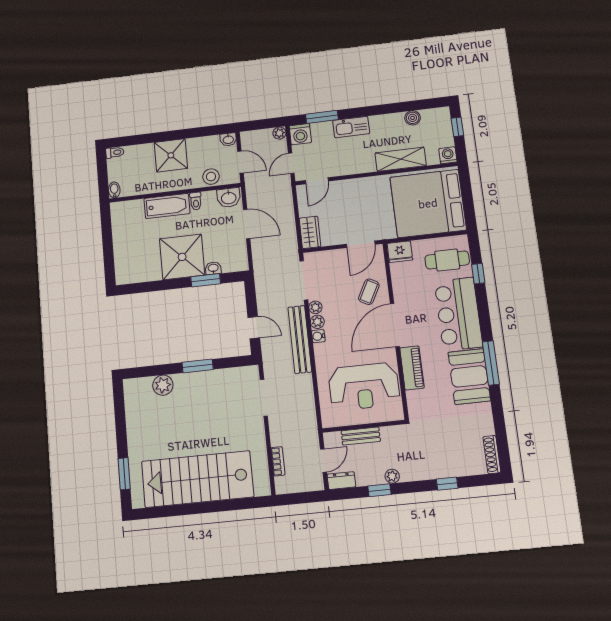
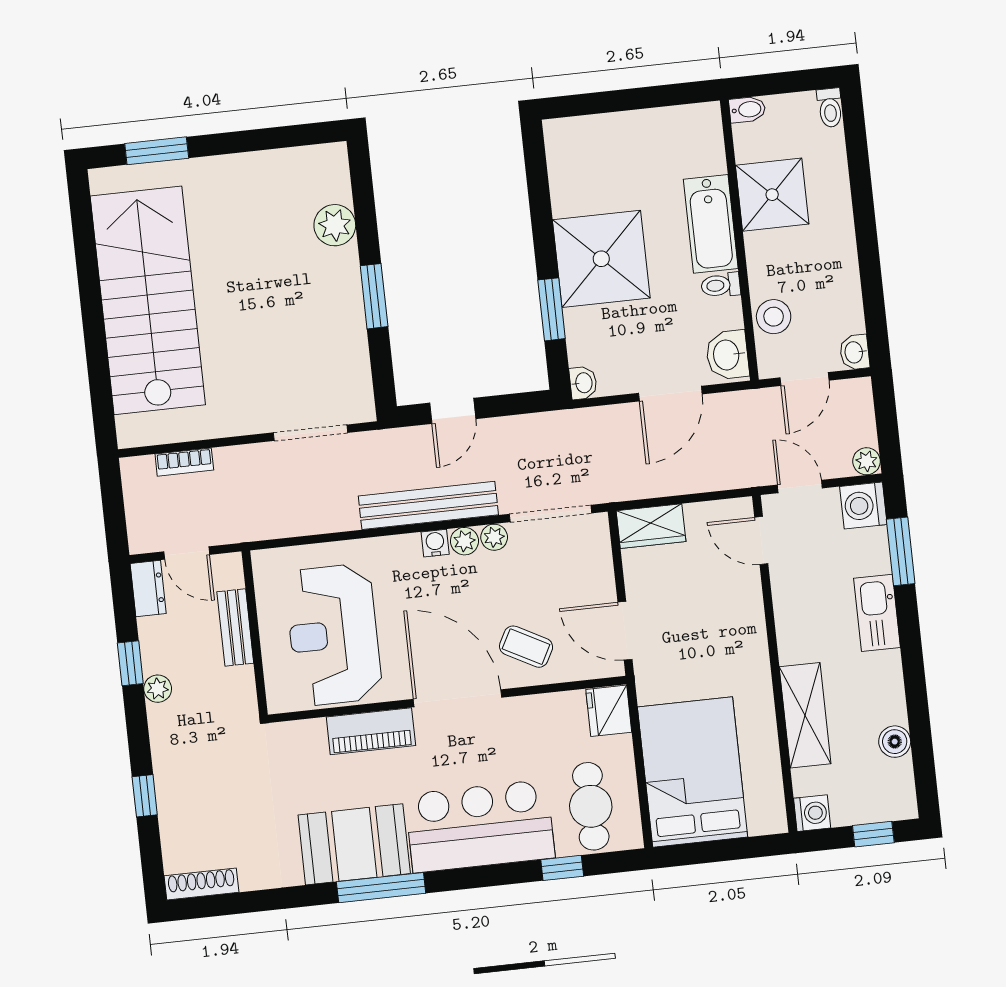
shower: (171, 155) -> (772, 195), moved
bed: (428, 203) -> (693, 772), width x0.73
washbasin: (213, 268) -> (583, 383), moved

